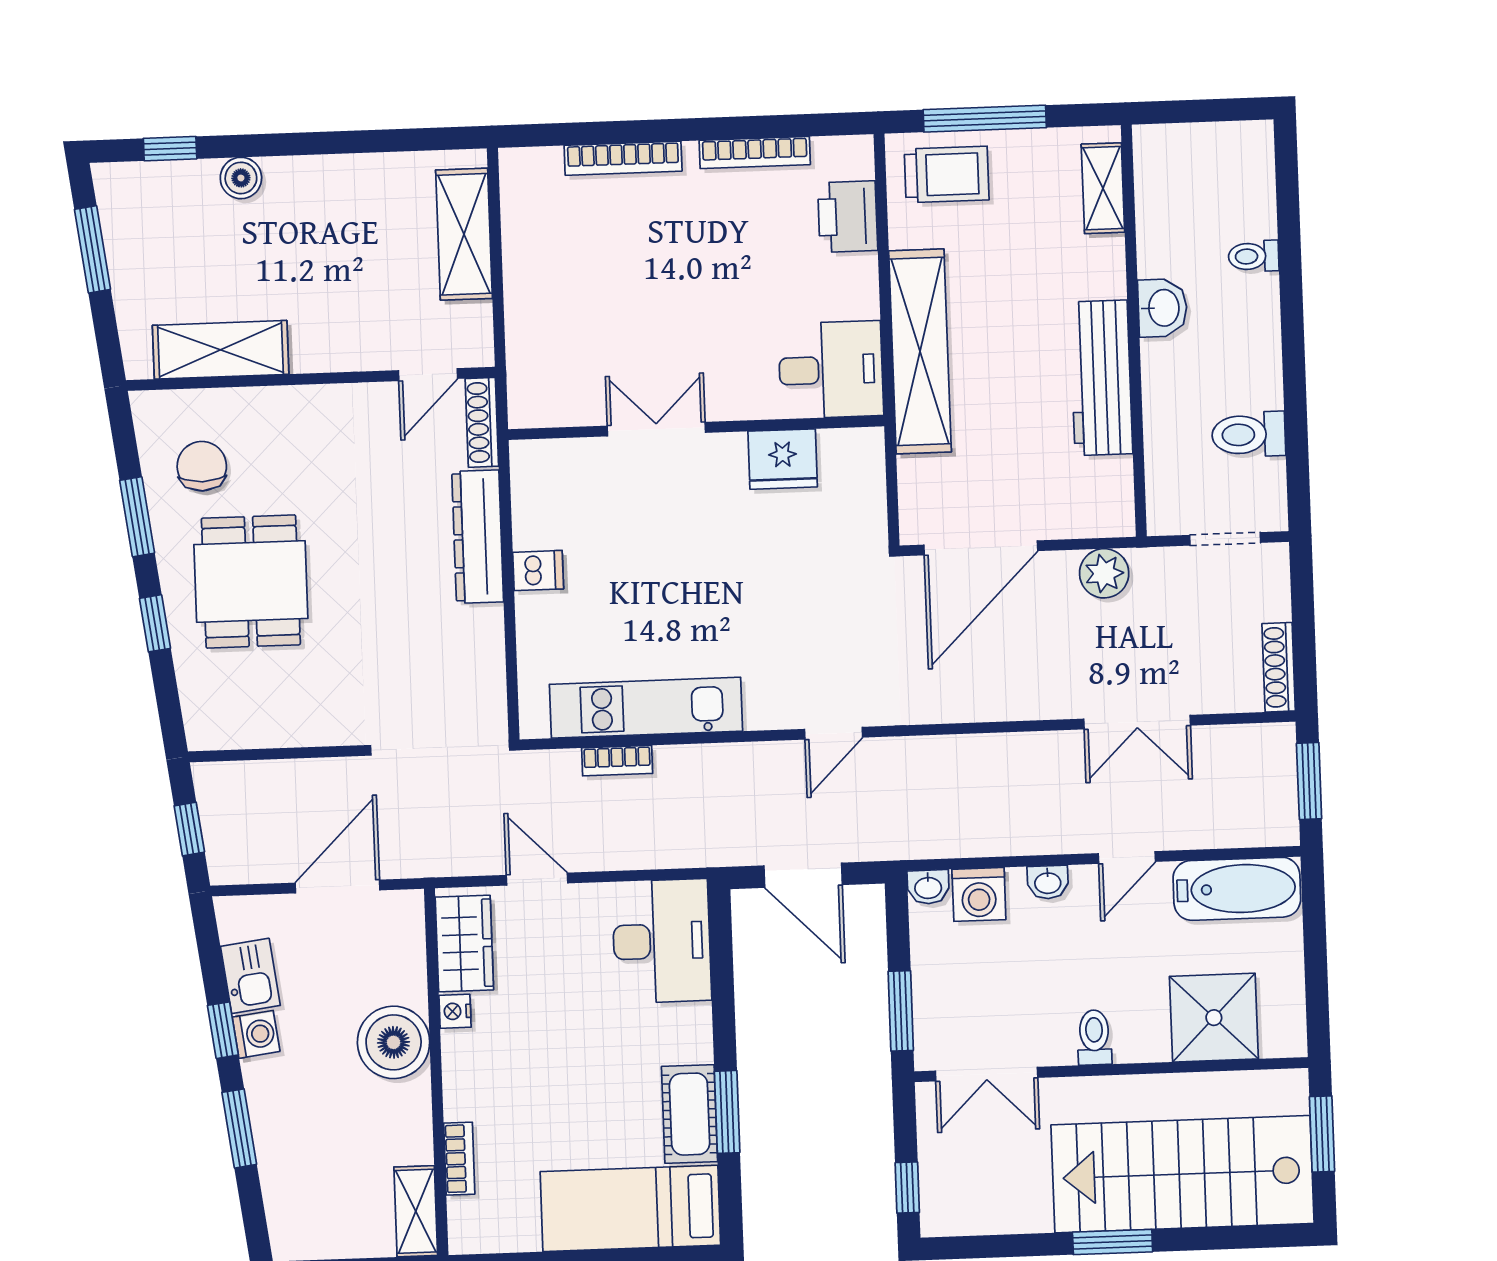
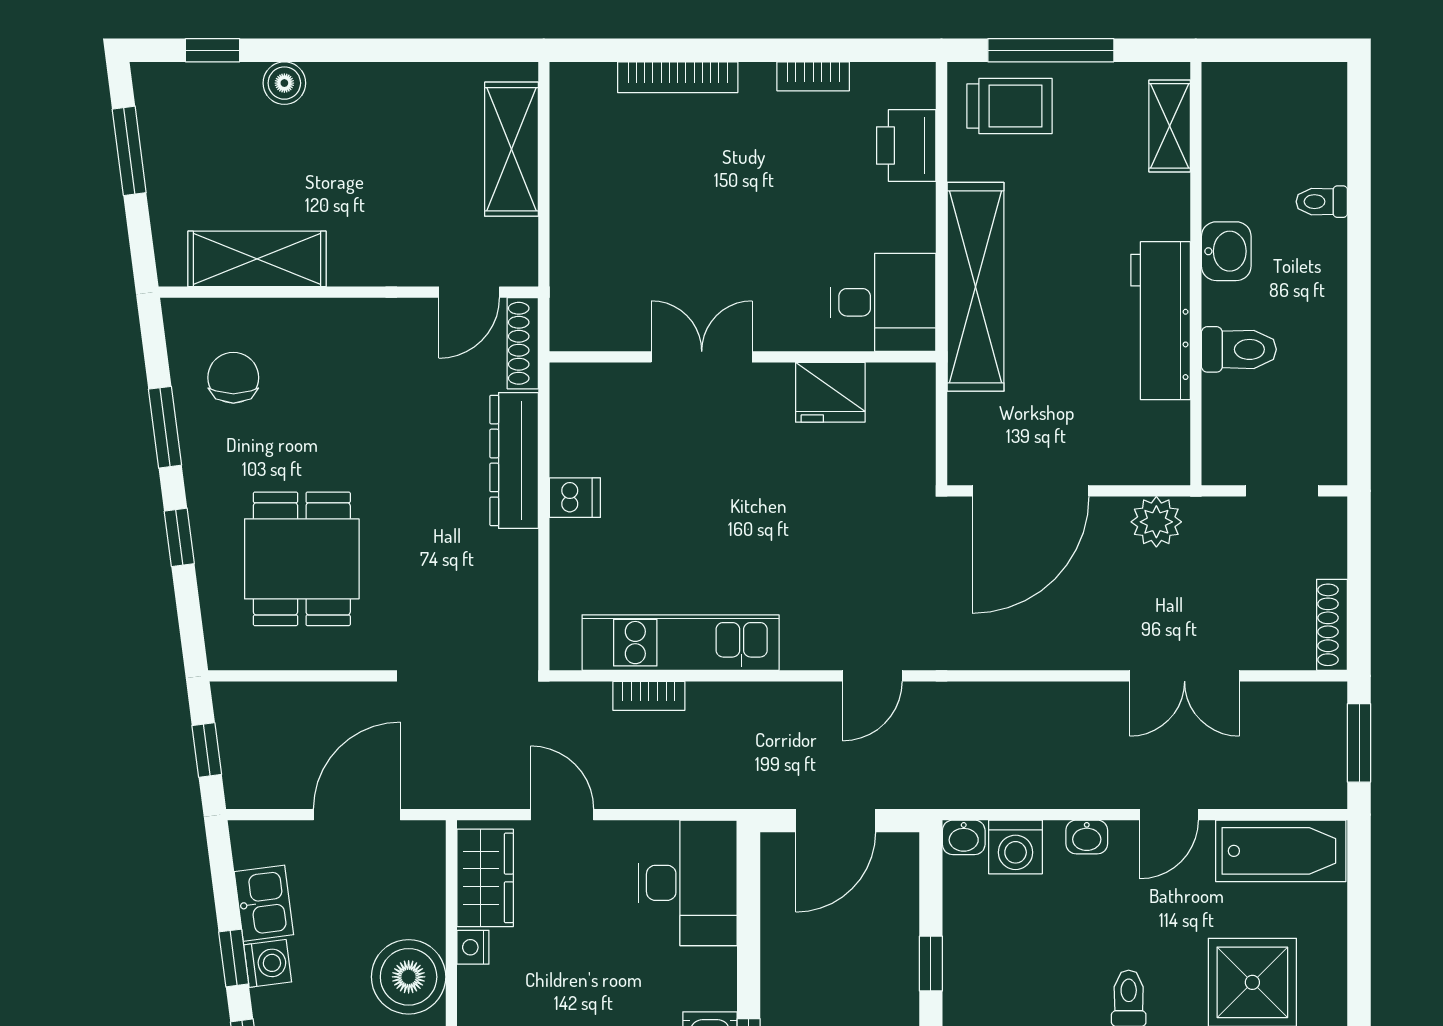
bookcase: (755, 153) -> (813, 76), width x0.64
toilet: (1249, 435) -> (1239, 349), moved, turned 180
dining table: (251, 582) -> (302, 559), moved
door: (803, 875) -> (836, 821), hinge flipped
window: (901, 1011) -> (931, 964), width x0.67

